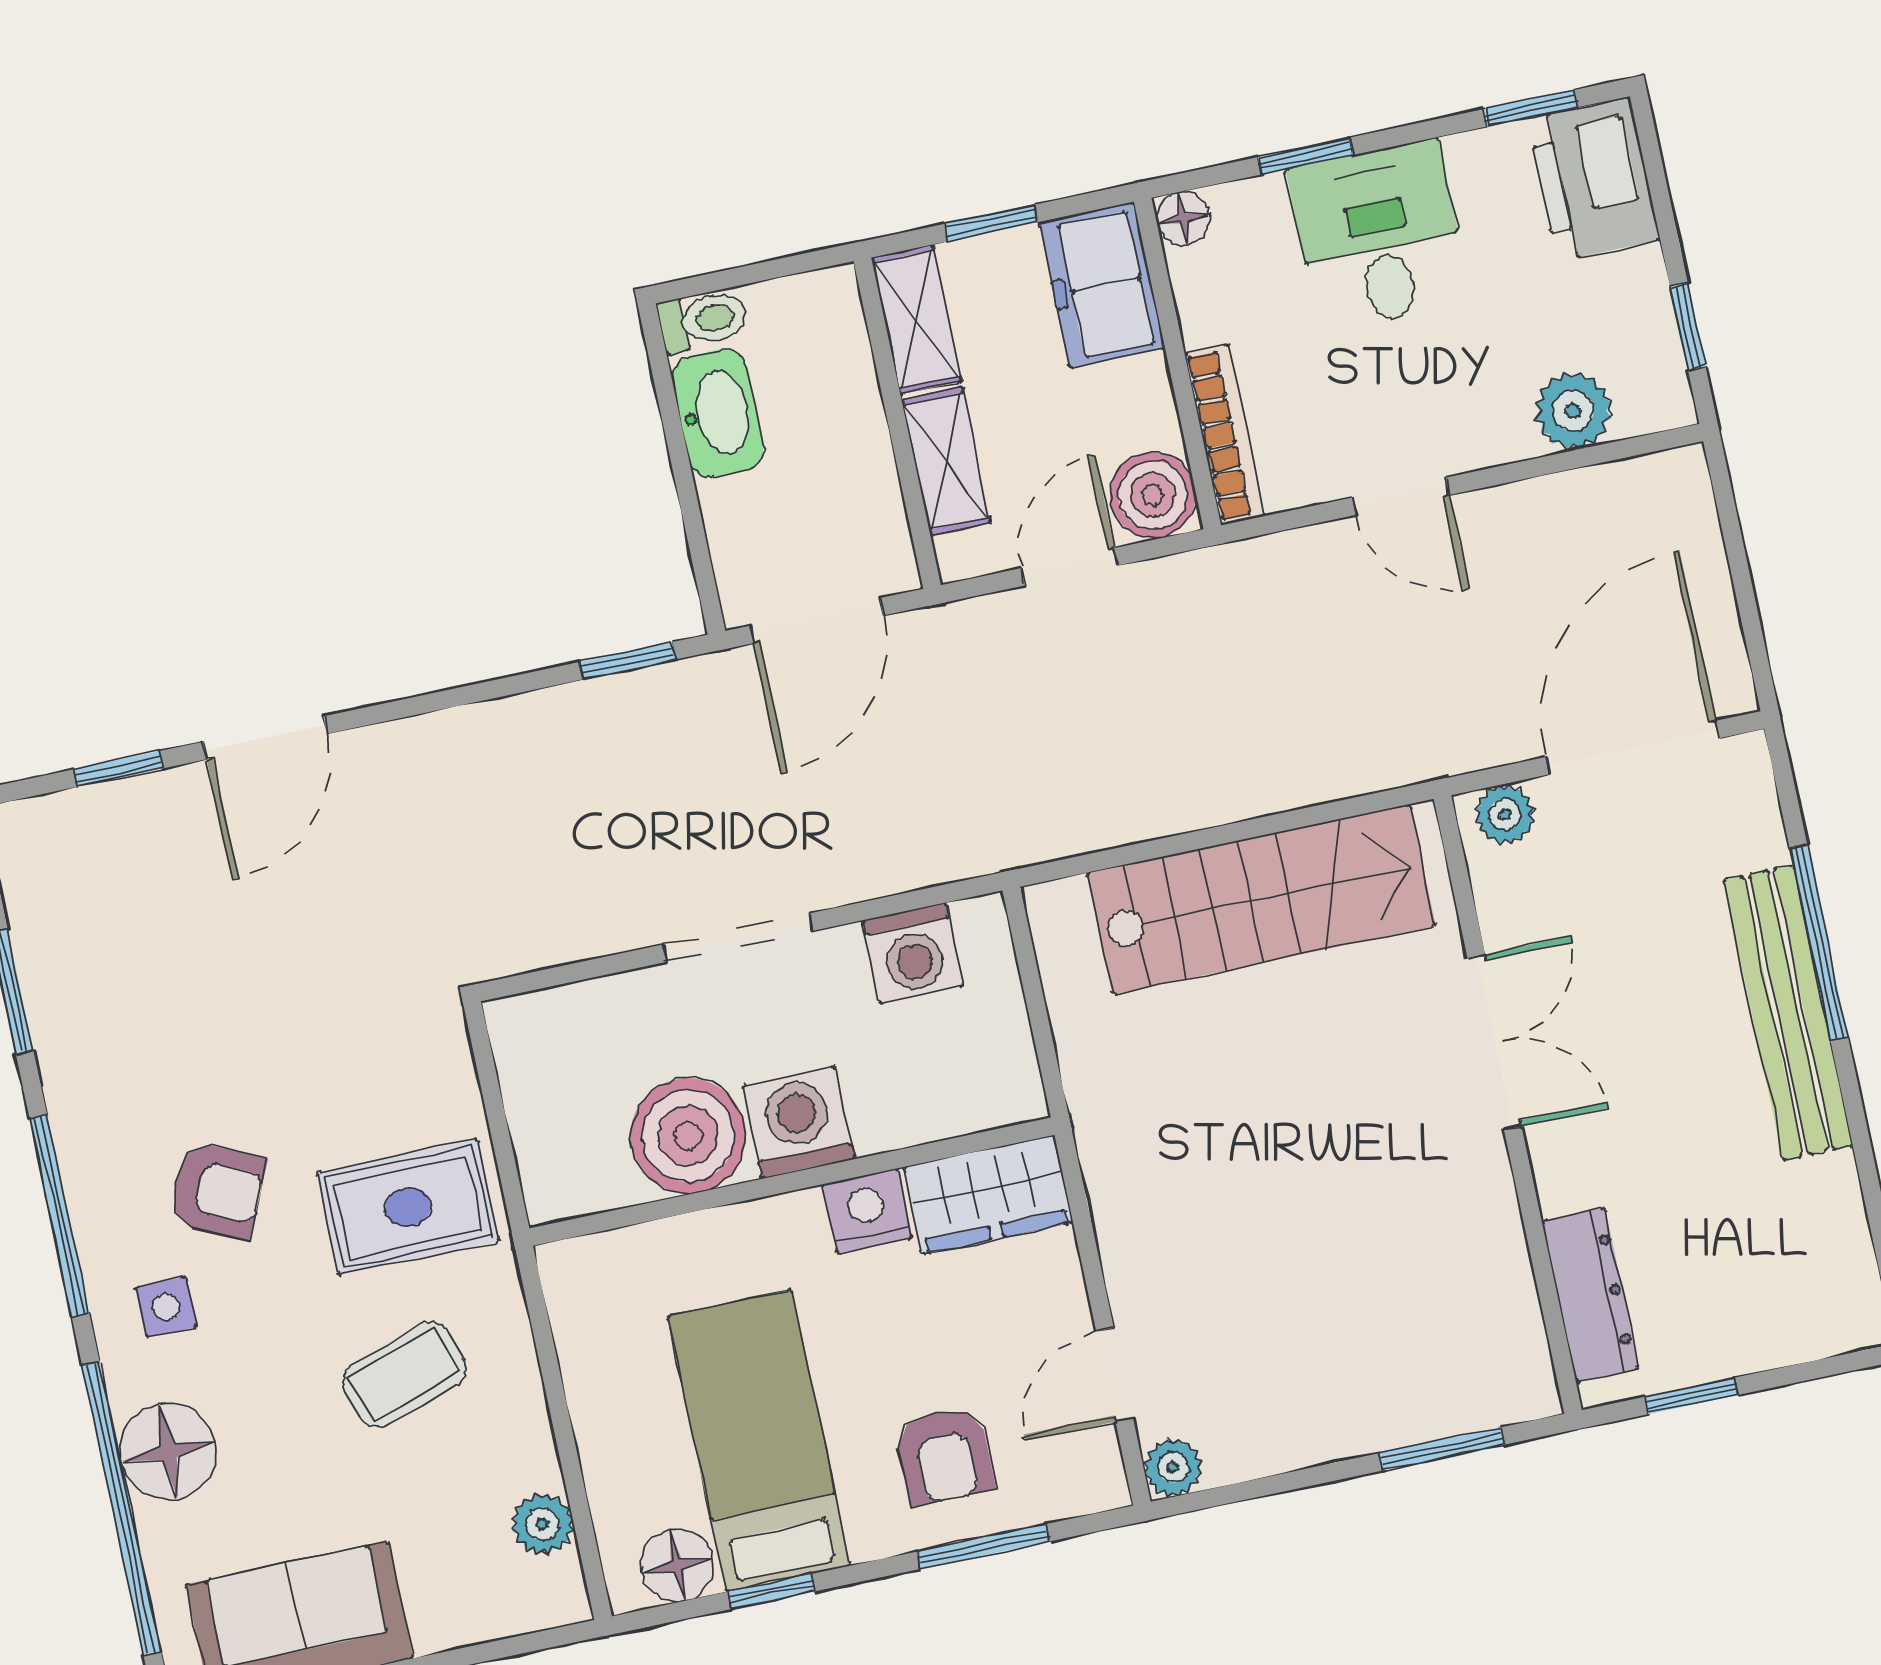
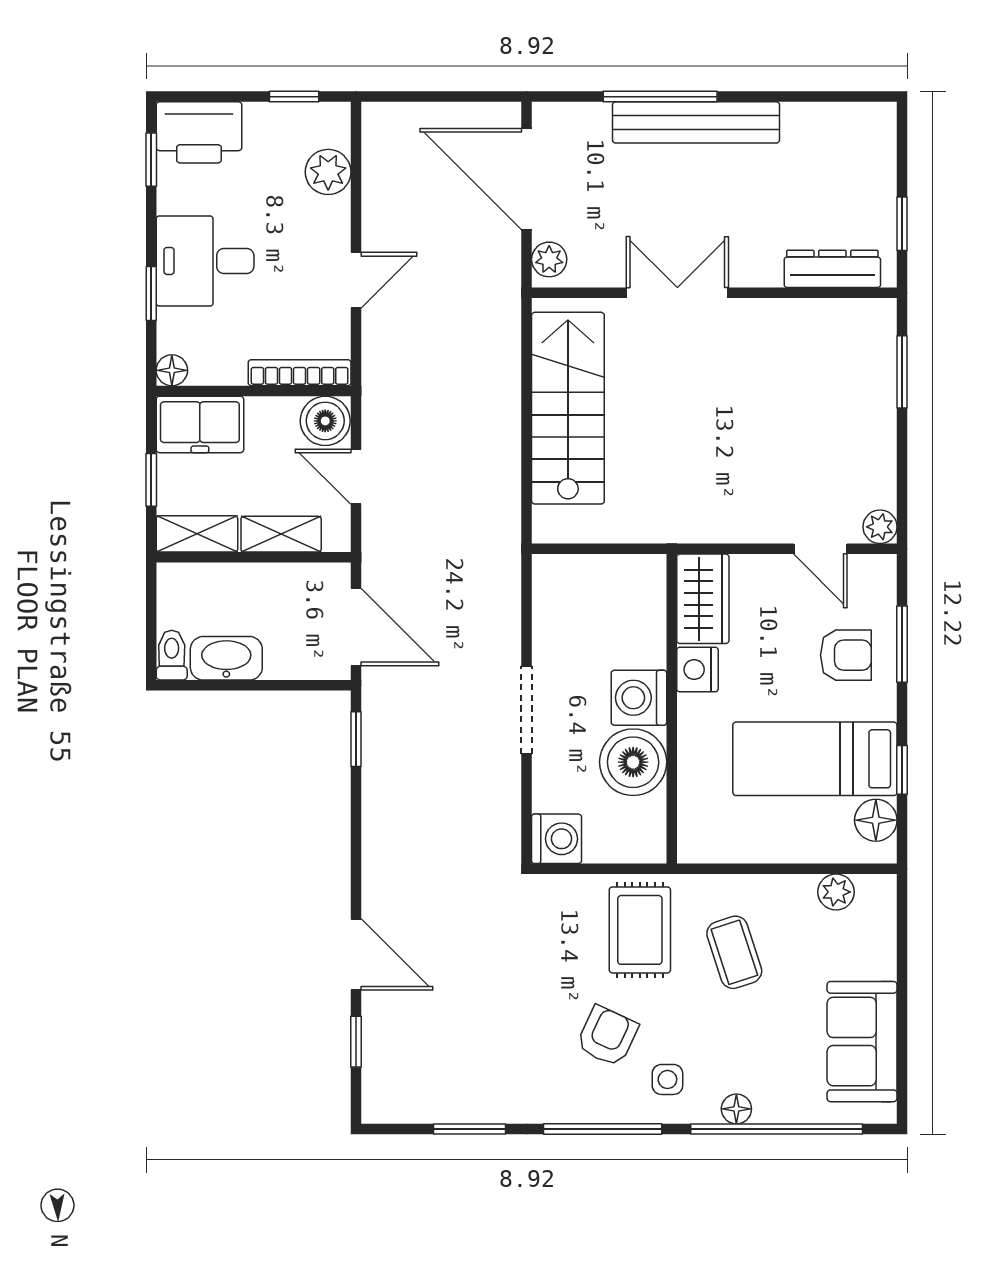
washing machine: (913, 953) -> (557, 839), moved
floor lamp: (168, 1452) -> (736, 1109), width x0.53, depth x0.53

